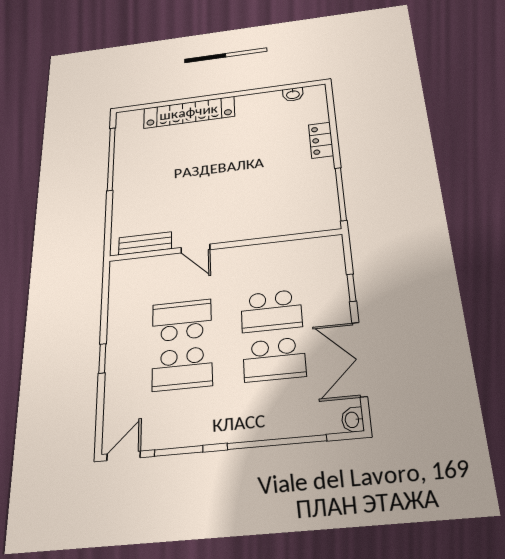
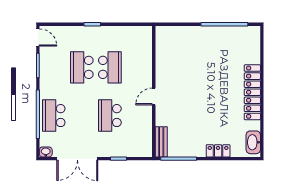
washbasin: (293, 94) -> (253, 142), width x1.91, depth x1.45
locker: (189, 112) -> (252, 92), moved
bench: (145, 243) -> (161, 142), moved
door: (195, 249) -> (154, 97), moved
school desk: (274, 359) -> (54, 116), moved
double door: (360, 359) -> (77, 159), swing flipped

